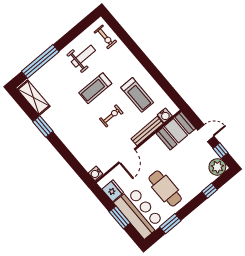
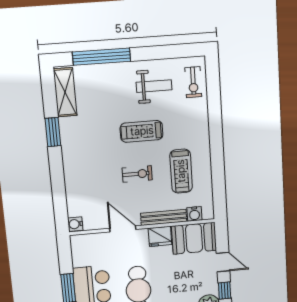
door: (127, 156) -> (123, 229), swing flipped
fridge: (113, 191) -> (160, 236), moved, turned 90

